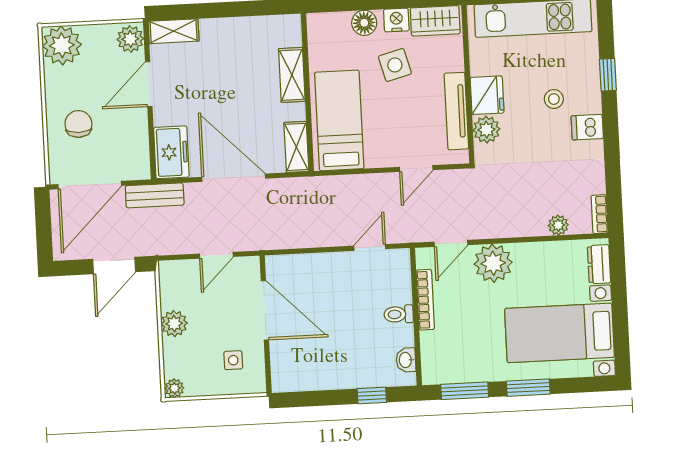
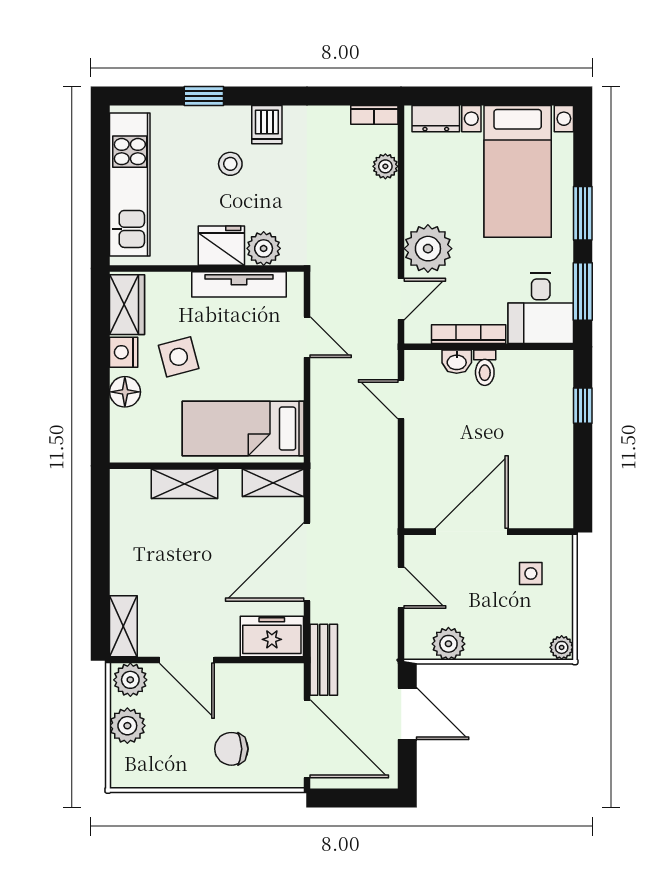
plant: (62, 45) -> (127, 726), moved, width x0.73, depth x0.73
door: (451, 243) -> (401, 299), hinge flipped
plant: (174, 324) -> (448, 644), moved
desk: (449, 357) -> (541, 308), added
washbasin: (406, 360) -> (457, 362), moved

